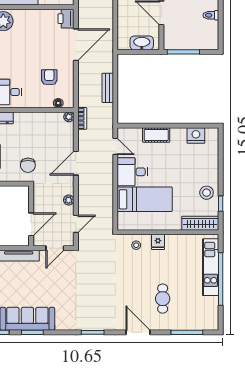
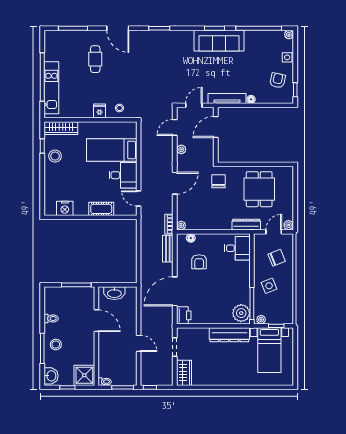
bench: (108, 88) -> (168, 249), moved

